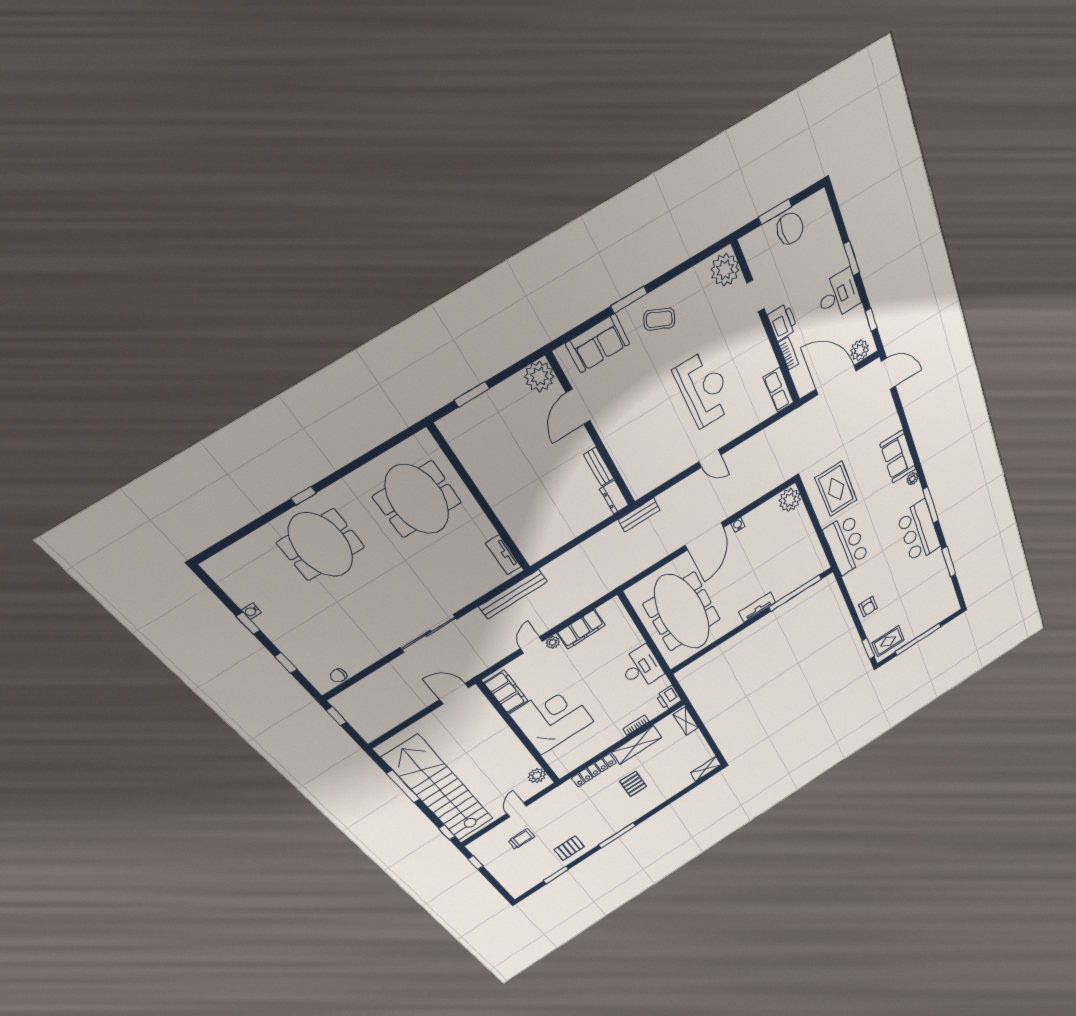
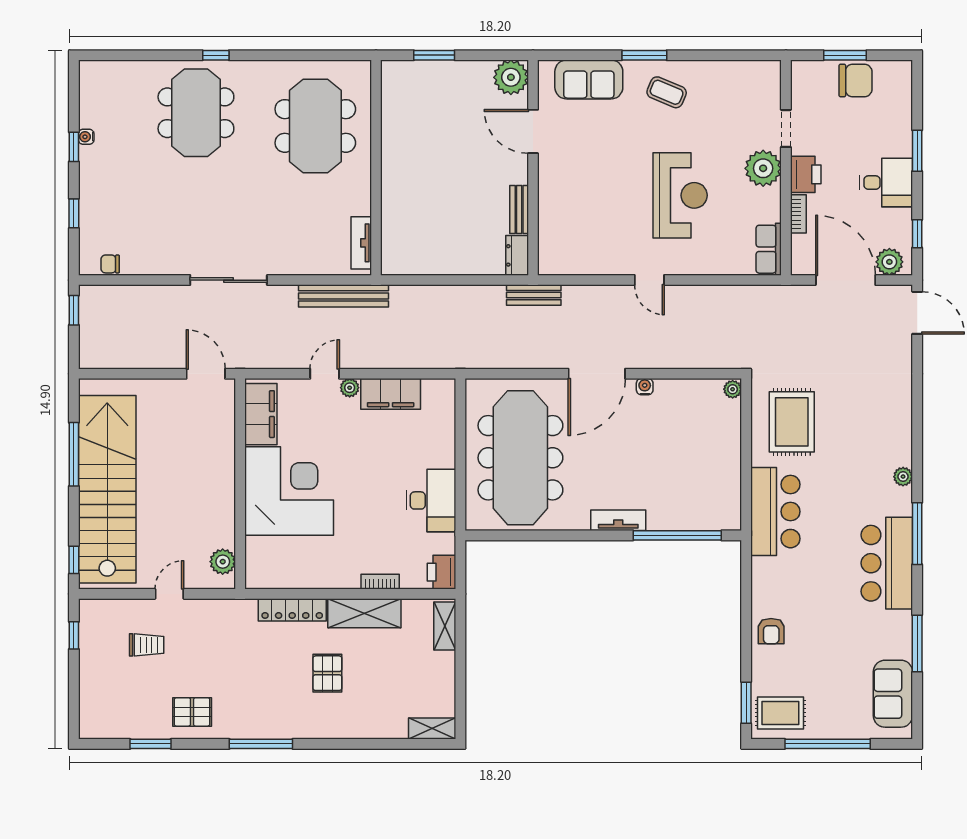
plant: (725, 270) -> (763, 168), moved
door: (578, 407) -> (533, 131), hinge flipped
sofa: (898, 457) -> (893, 694), moved
plant: (790, 500) -> (733, 389), width x0.53, depth x0.53

